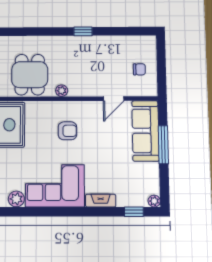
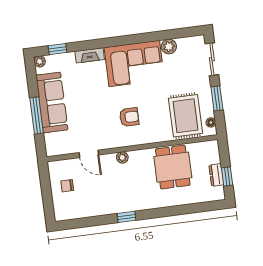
plant: (62, 91) -> (122, 158), moved
door: (114, 99) -> (89, 154), swing flipped
armchair: (67, 131) -> (129, 117), turned 180
sofa: (145, 131) -> (52, 103), moved

